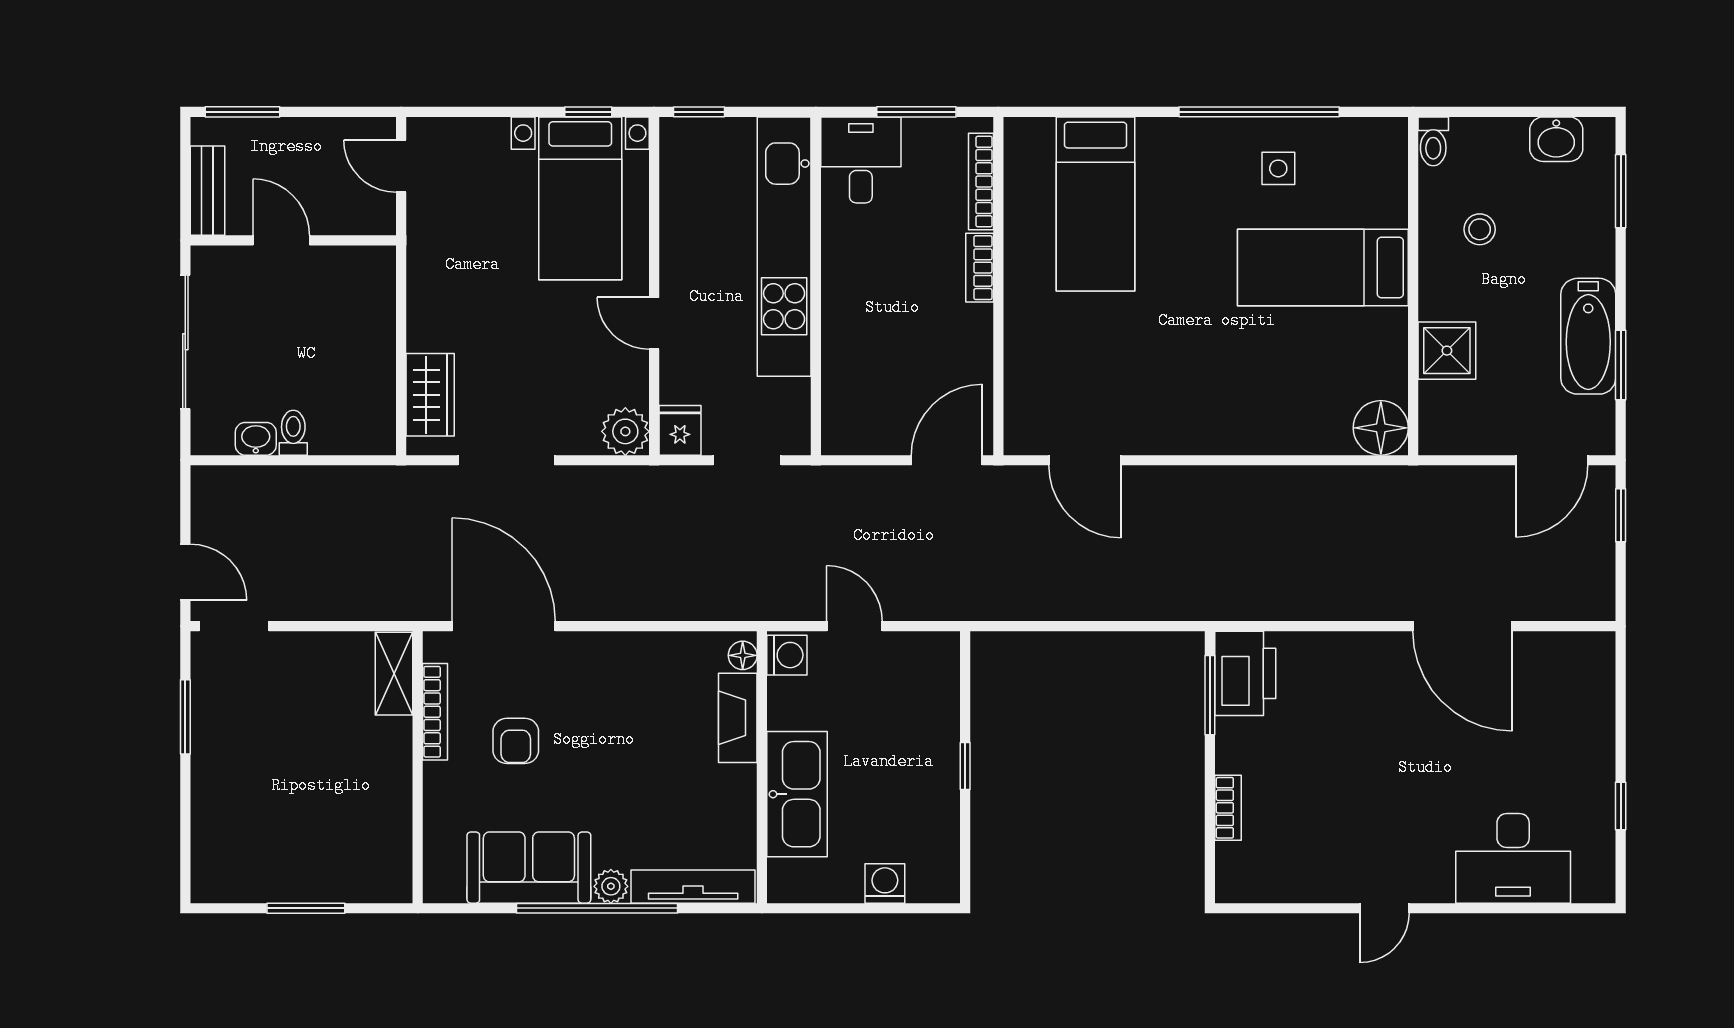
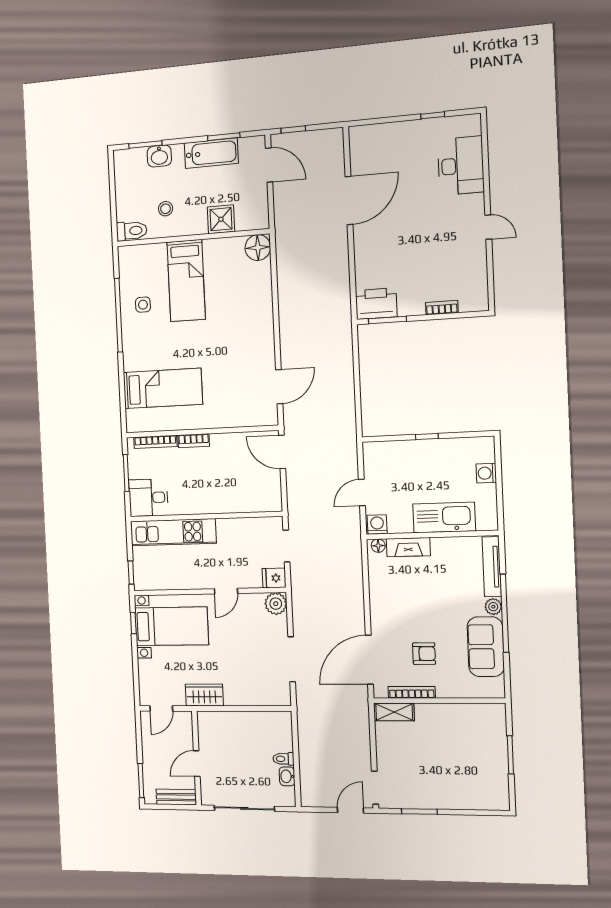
washbasin: (1556, 139) -> (159, 156), moved, turned 90
toilet: (1433, 141) -> (132, 231), width x1.37, depth x1.39
kitchen unit: (784, 247) -> (173, 532), width x0.73
wardrobe: (430, 395) -> (204, 695), moved

